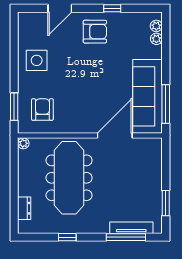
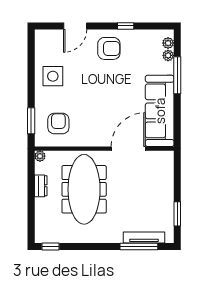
window: (166, 104) -> (177, 75), moved
dresser: (24, 208) -> (41, 186), moved
window: (67, 237) -> (51, 247), moved

